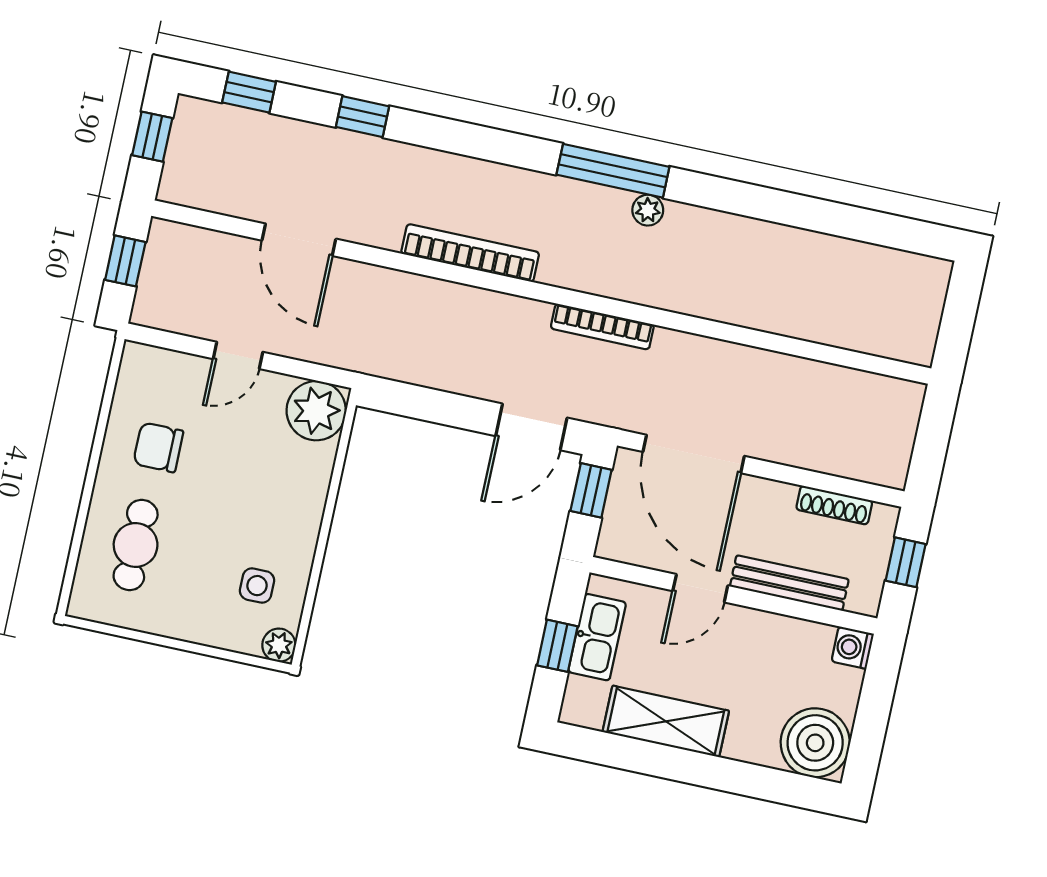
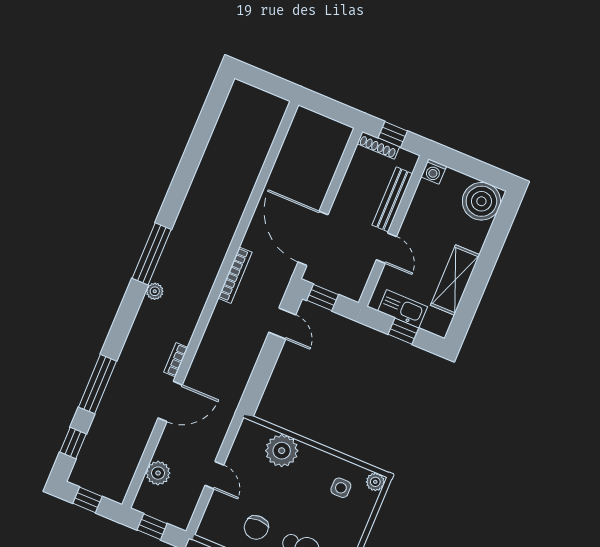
window: (362, 117) -> (98, 384), width x2.17
plant: (648, 210) -> (155, 291), moved
door: (299, 240) -> (170, 401), moved
bookcase: (470, 253) -> (176, 360), width x0.43, depth x0.76
plant: (223, 254) -> (158, 473), added
plant: (316, 411) -> (282, 451), moved
door: (531, 427) -> (282, 323), width x0.73
door: (694, 454) -> (313, 238), swing flipped
shoe rack: (834, 505) -> (378, 145), moved, turned 90

